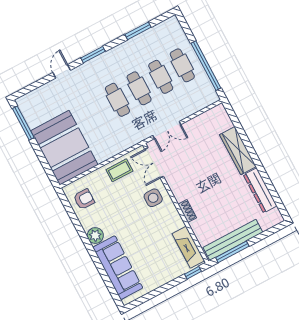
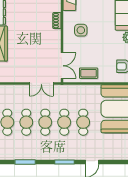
cafe table: (96, 111) -> (83, 122), added
double door: (167, 130) -> (41, 83), swing flipped
side table: (153, 198) -> (81, 30), moved

